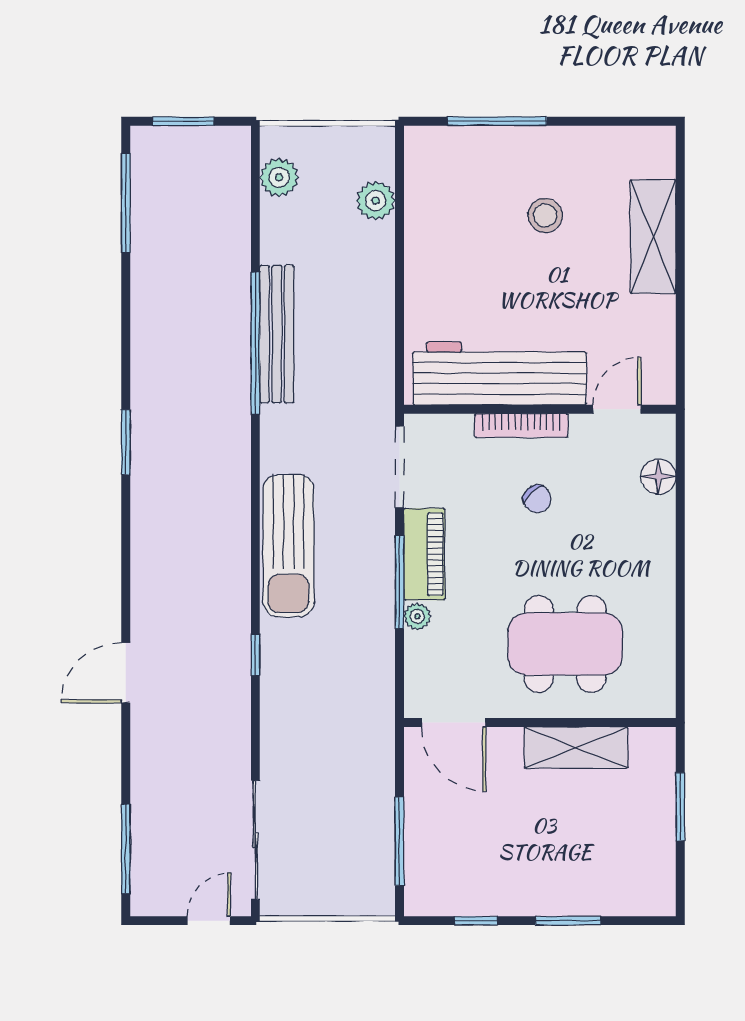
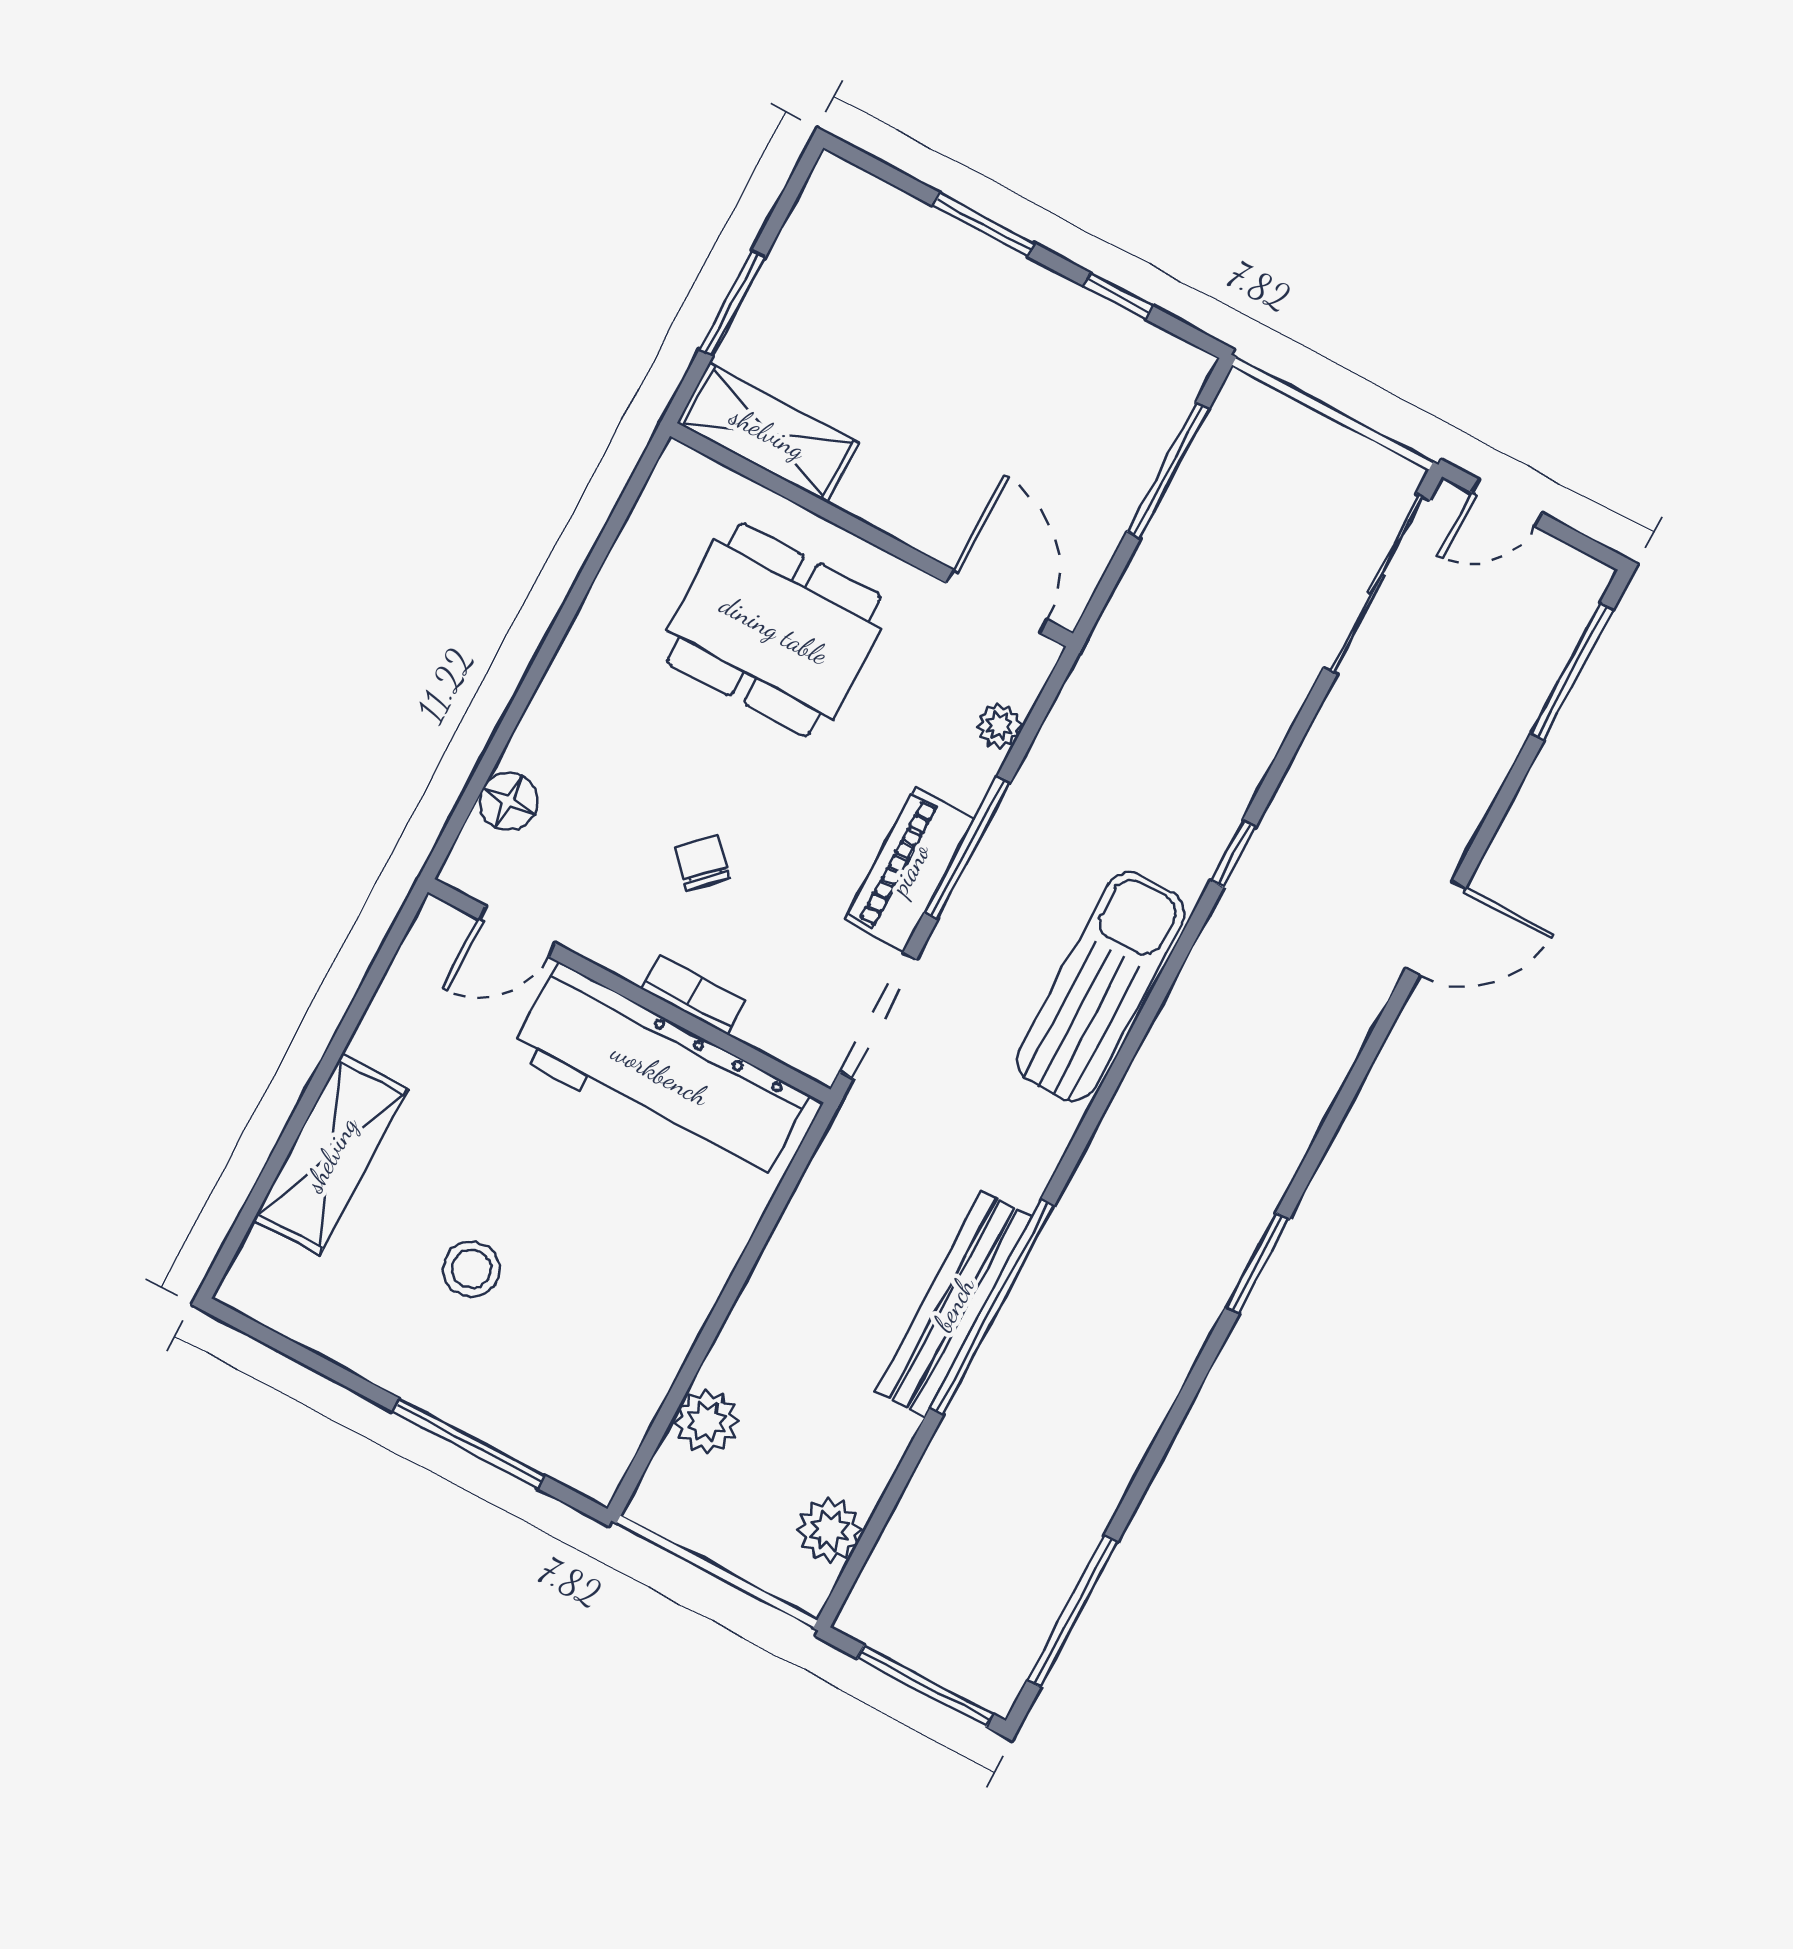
window: (183, 121) -> (925, 1686), width x1.44
bookcase: (521, 426) -> (693, 995), width x0.64
plant: (417, 616) -> (999, 726), moved
shelving: (576, 748) -> (768, 433), moved

